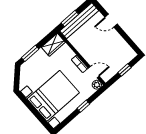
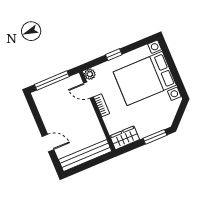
window: (70, 18) -> (95, 162), removed
window: (125, 70) -> (52, 81), width x2.17

